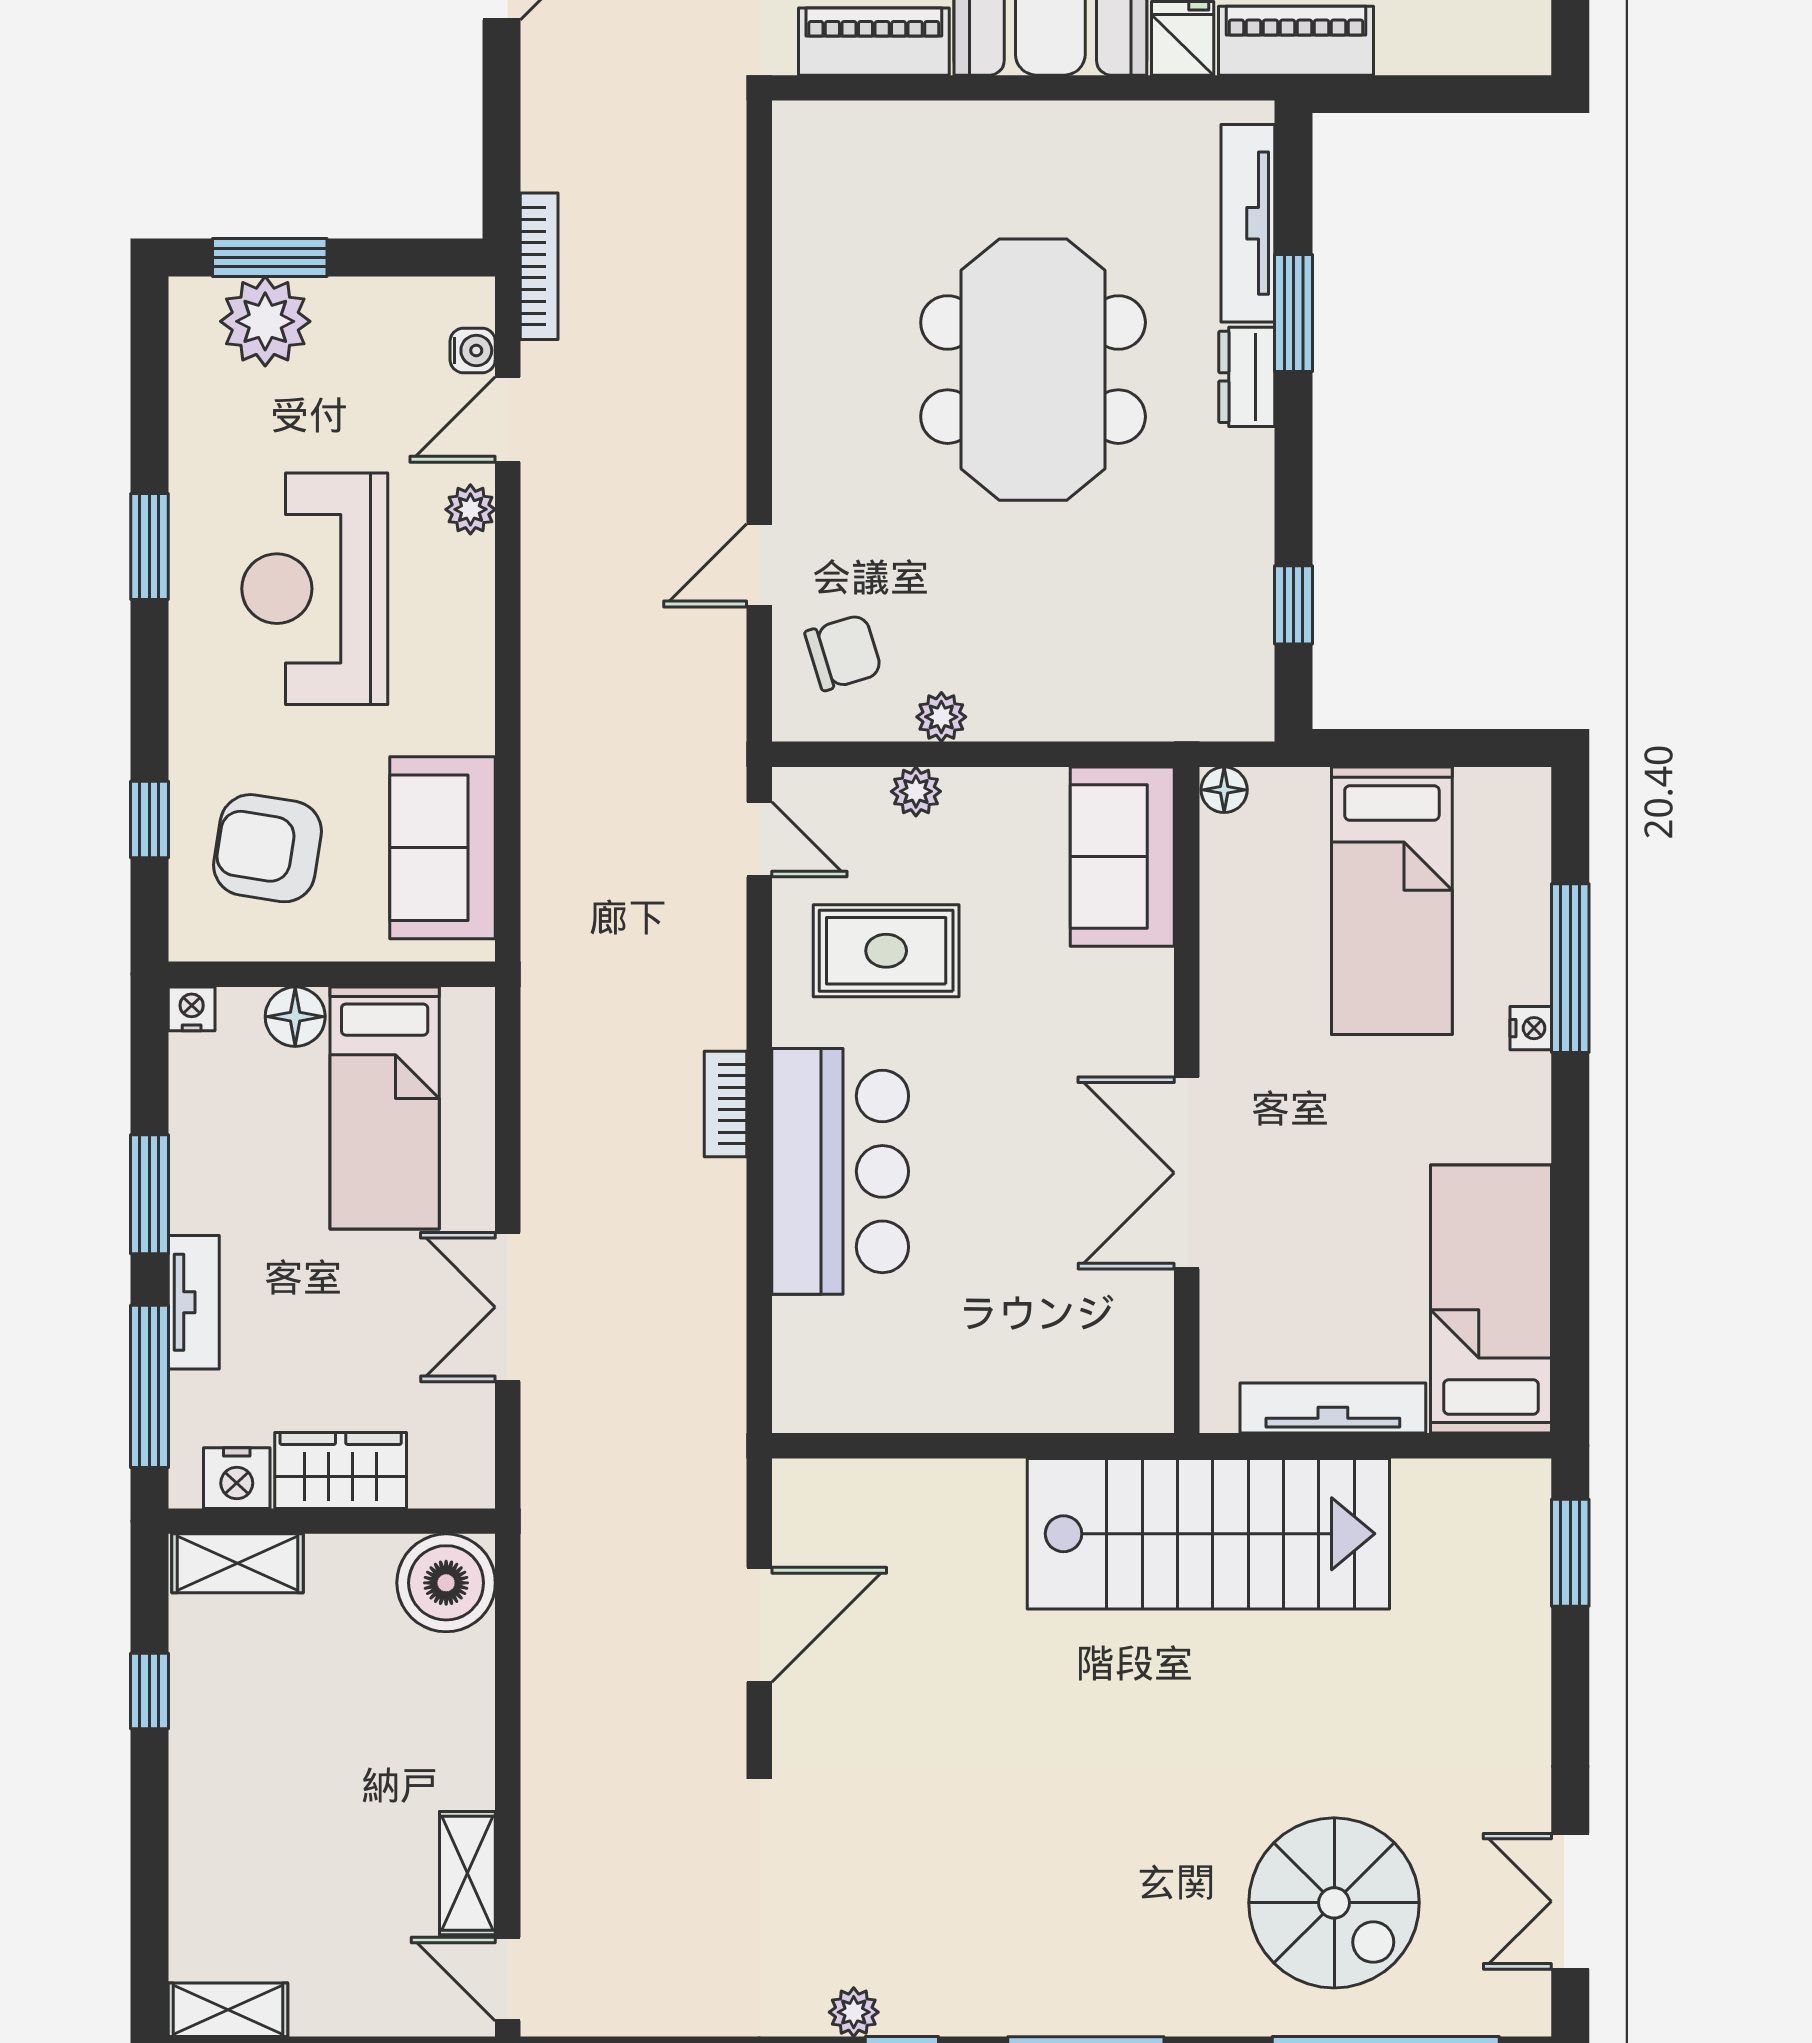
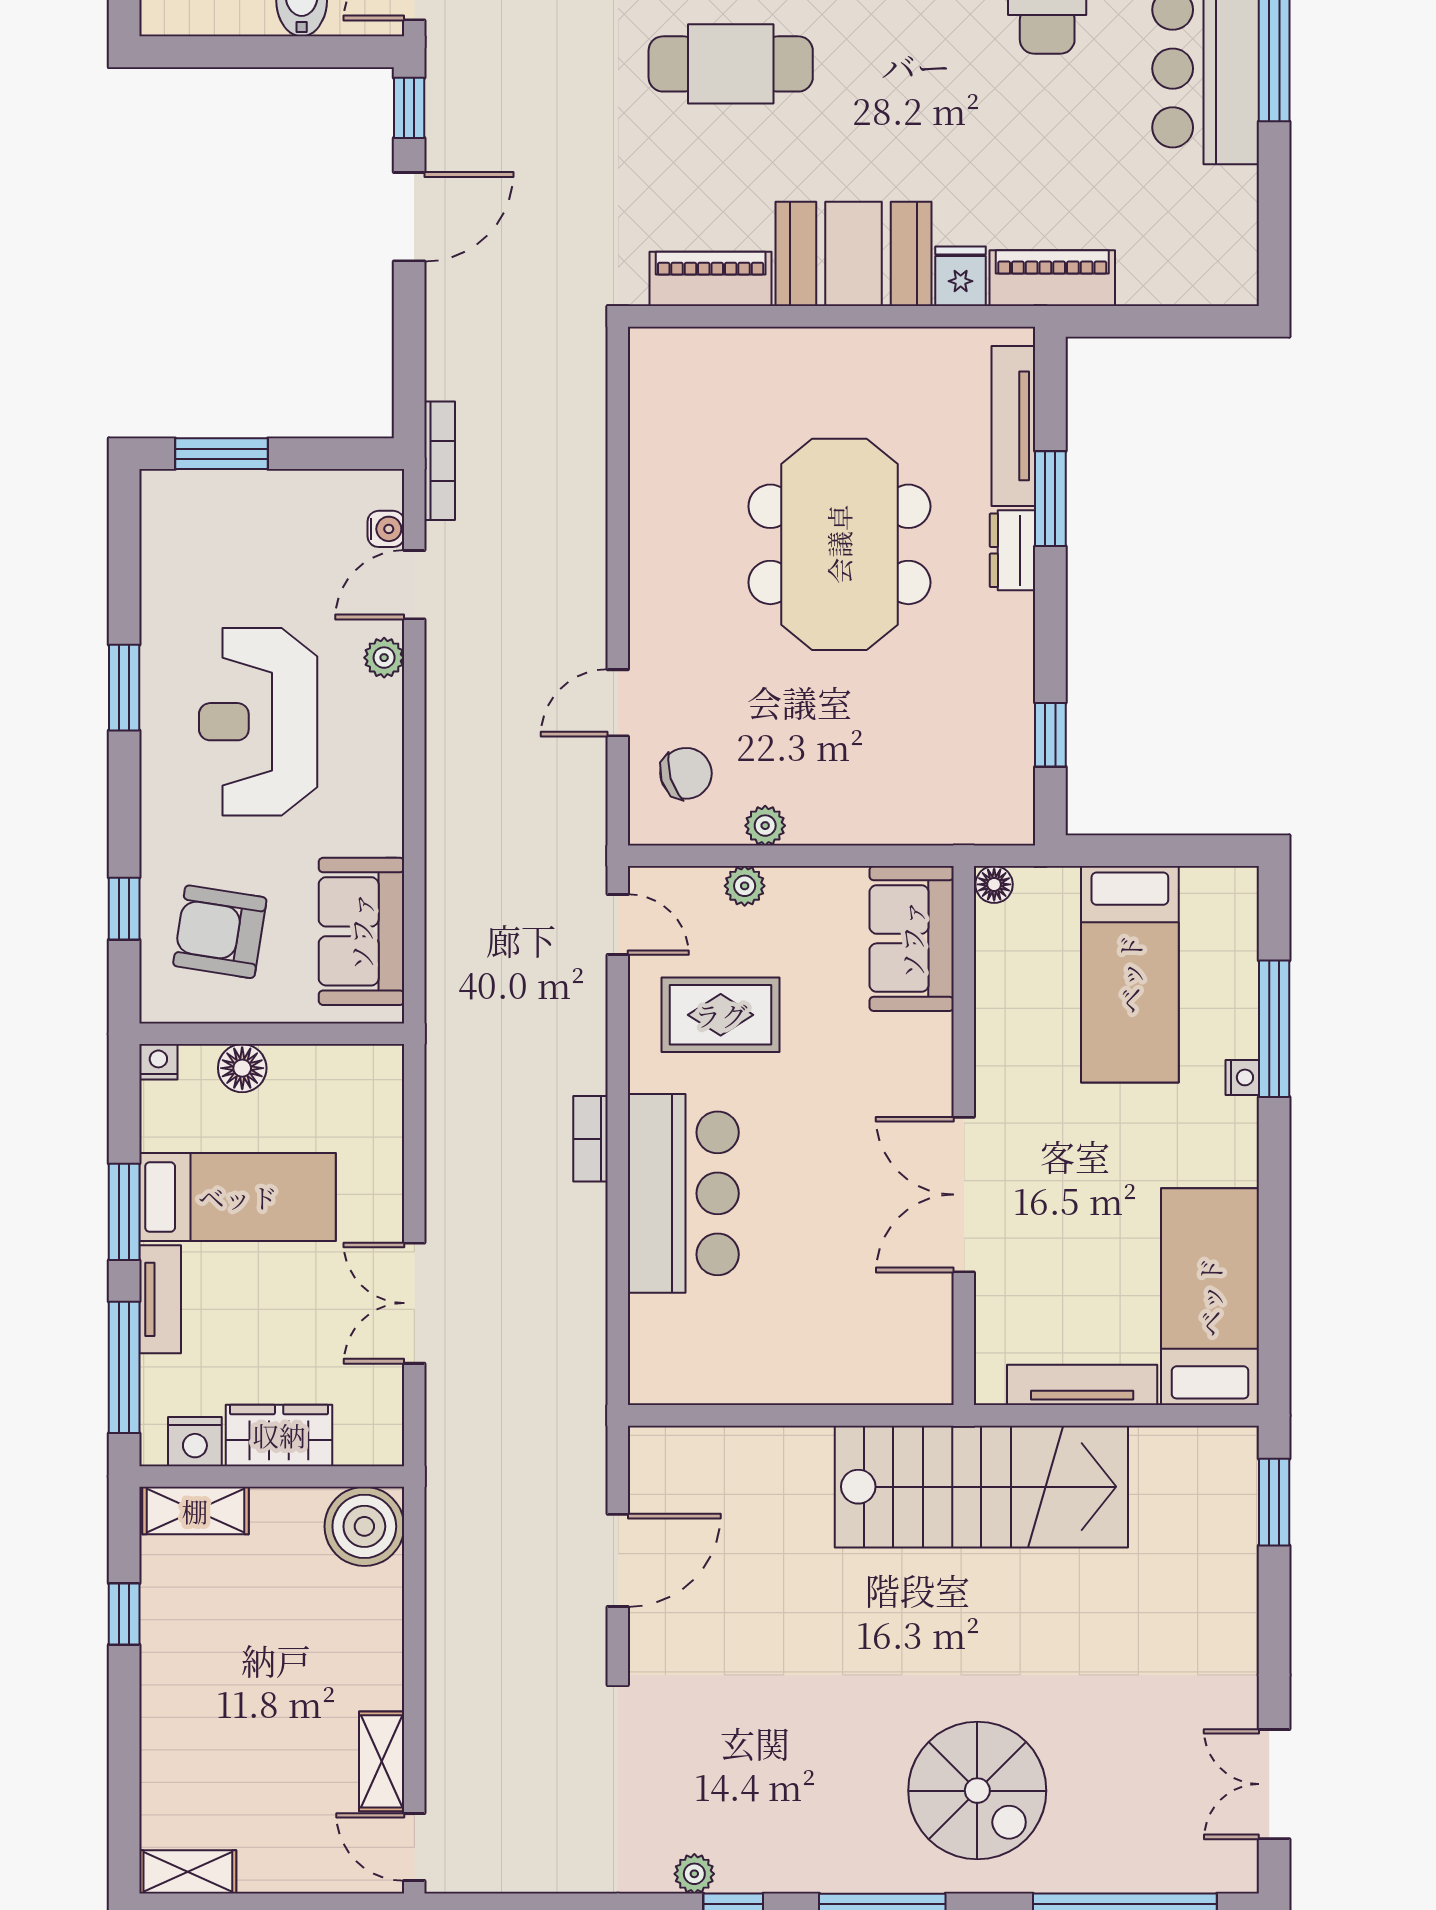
plant: (265, 321) -> (218, 505), removed
bed: (385, 1108) -> (238, 1197), moved, turned -90
spiral stairs: (1334, 1903) -> (977, 1791), moved

